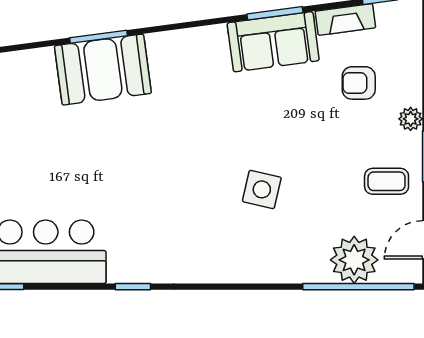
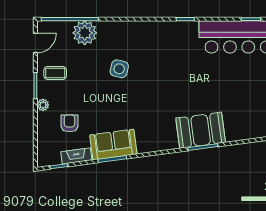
armchair: (359, 83) -> (69, 123), turned -90
plant: (354, 260) -> (85, 33), moved

